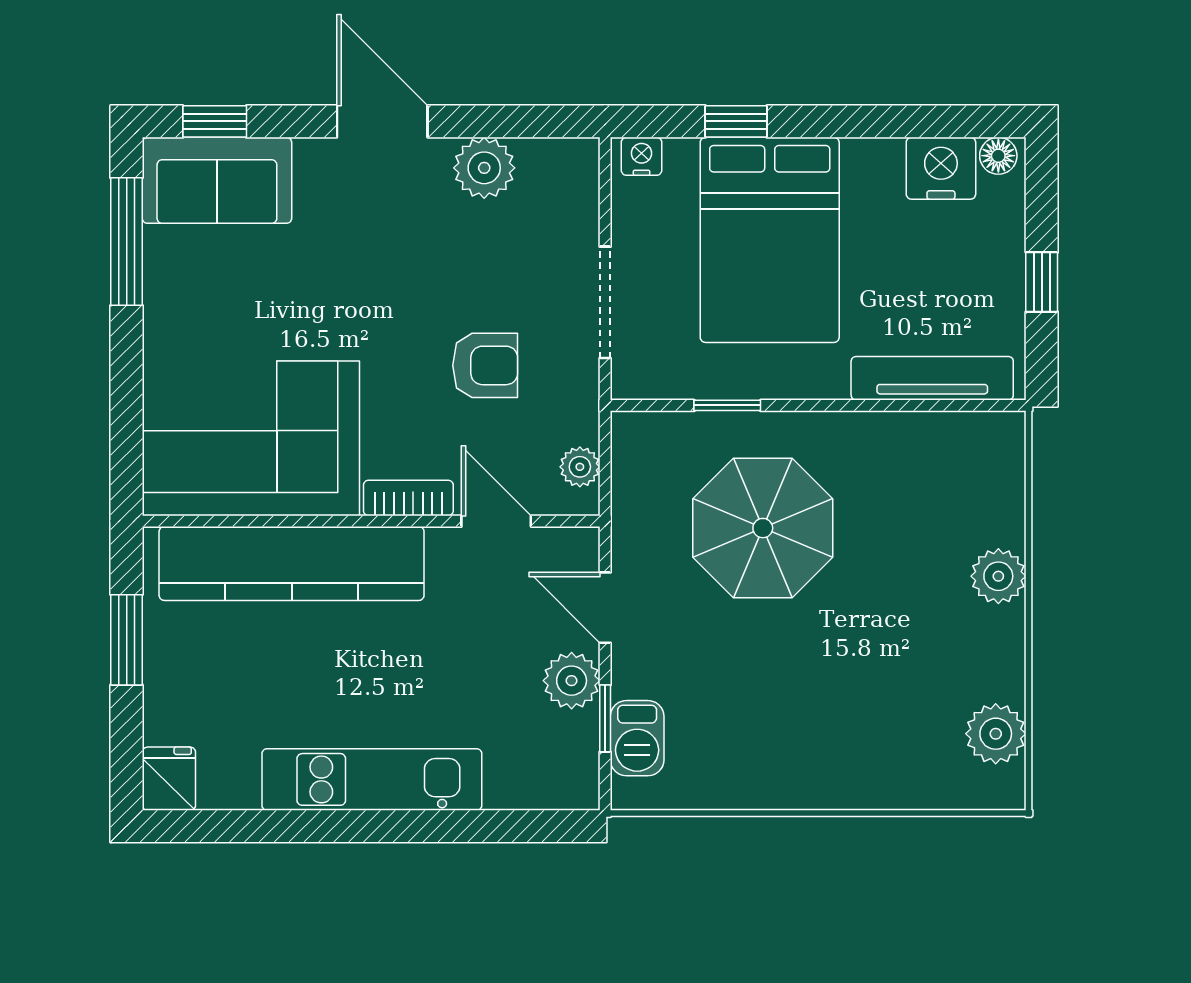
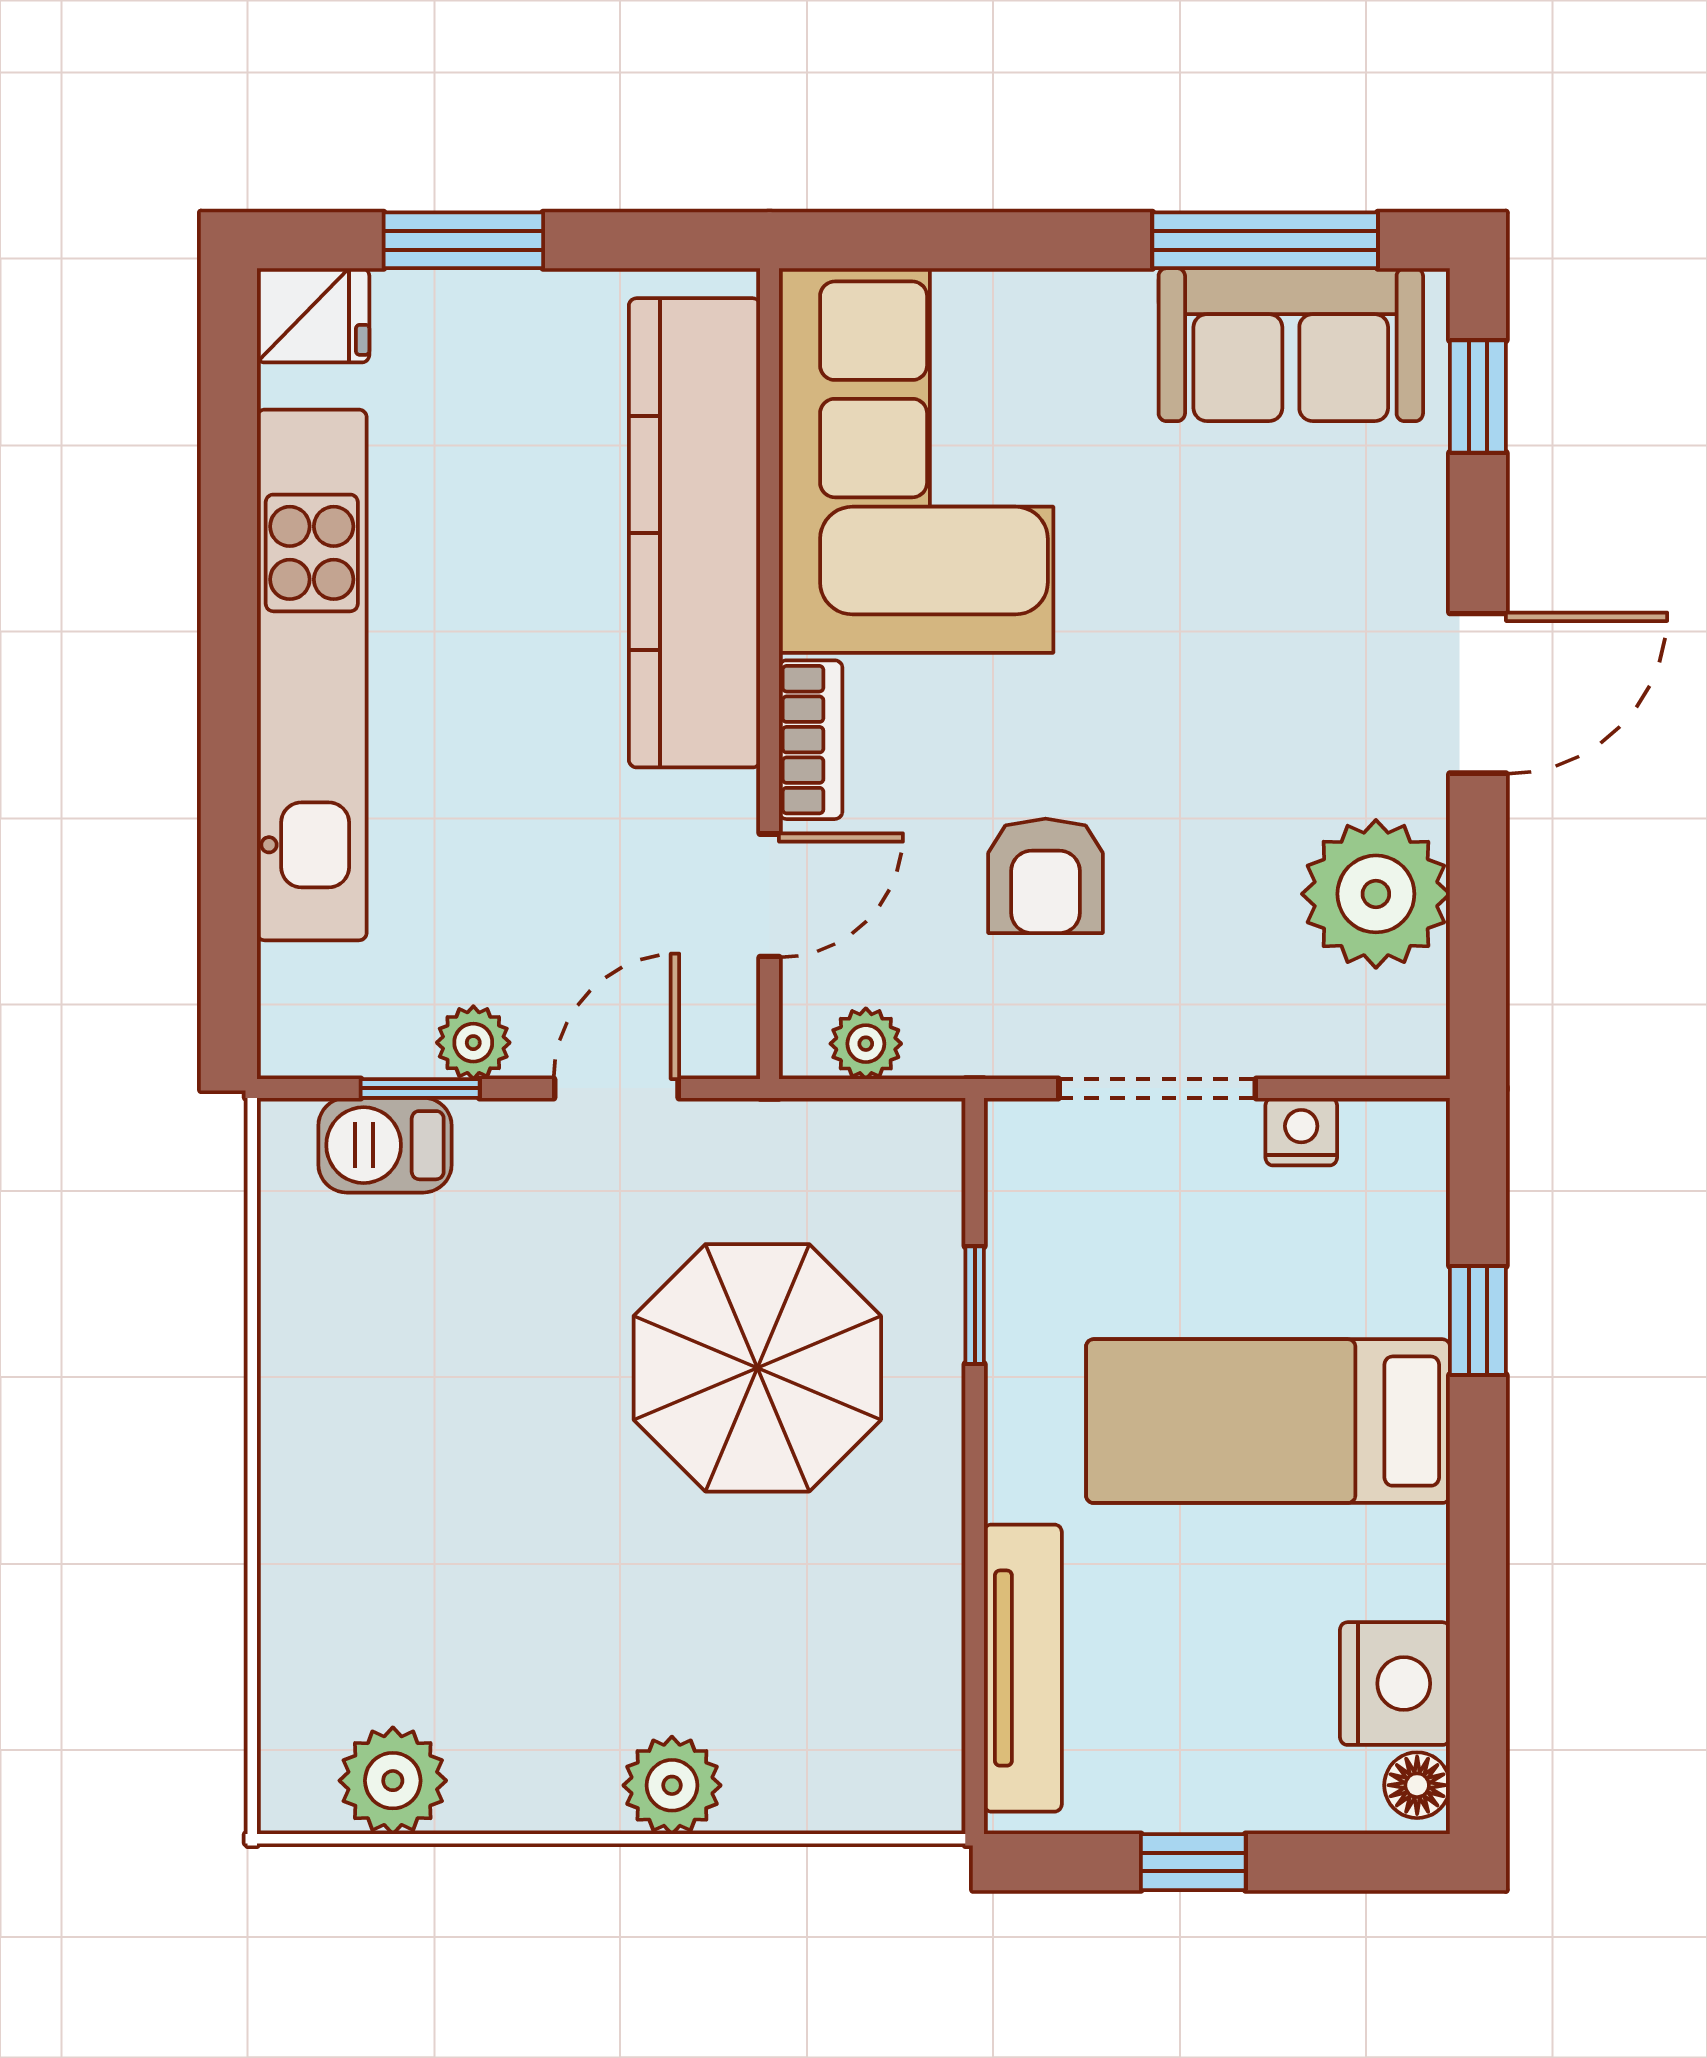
nightstand: (642, 156) -> (1301, 1132), moved, turned -90
plant: (484, 168) -> (1376, 894), width x1.36, depth x1.36
sofa: (217, 180) -> (1291, 345), moved, turned -90
bed: (770, 240) -> (1268, 1421), width x0.67
window: (127, 640) -> (463, 240), moved
plant: (572, 681) -> (473, 1043), width x0.73, depth x0.73
kitchen unit: (372, 779) -> (312, 675), width x1.36

